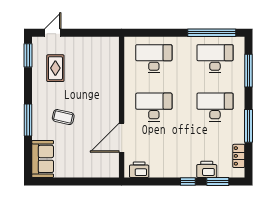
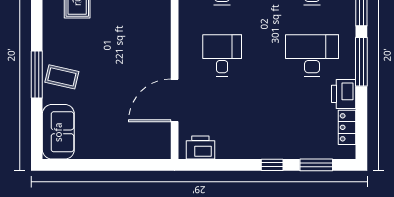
desk: (154, 107) -> (222, 55), width x0.73
coffee table: (63, 117) -> (62, 77), moved
window: (249, 126) -> (361, 62), moved
printer: (207, 169) -> (344, 94), moved, turned -90

